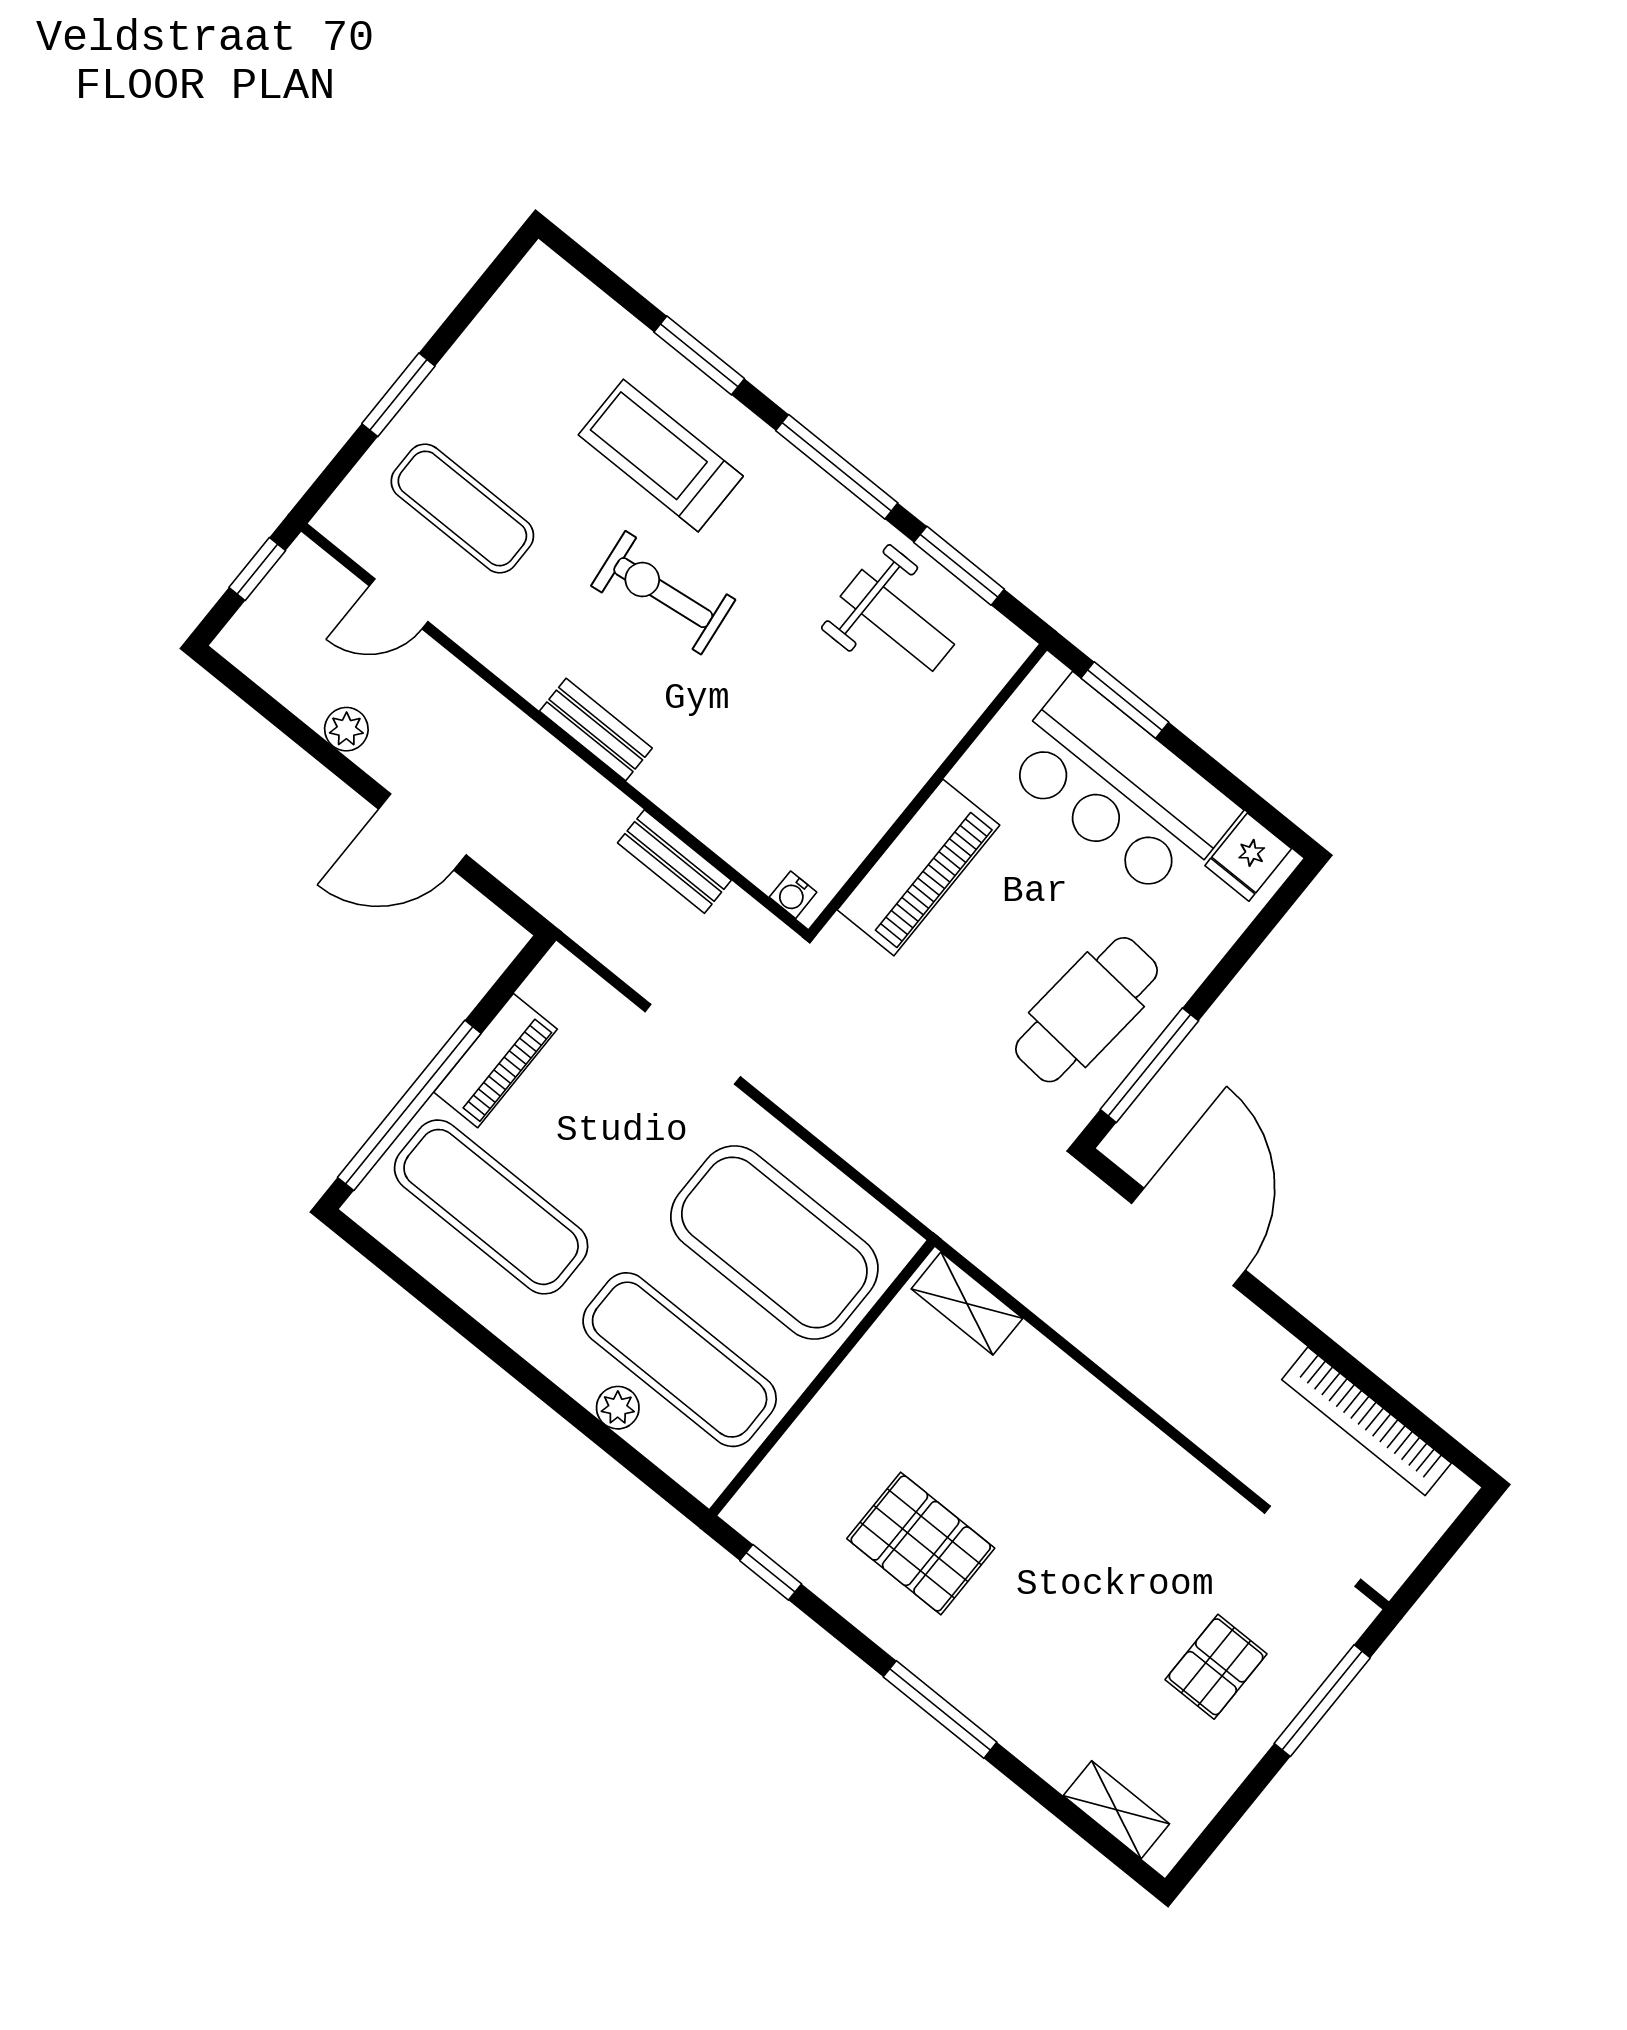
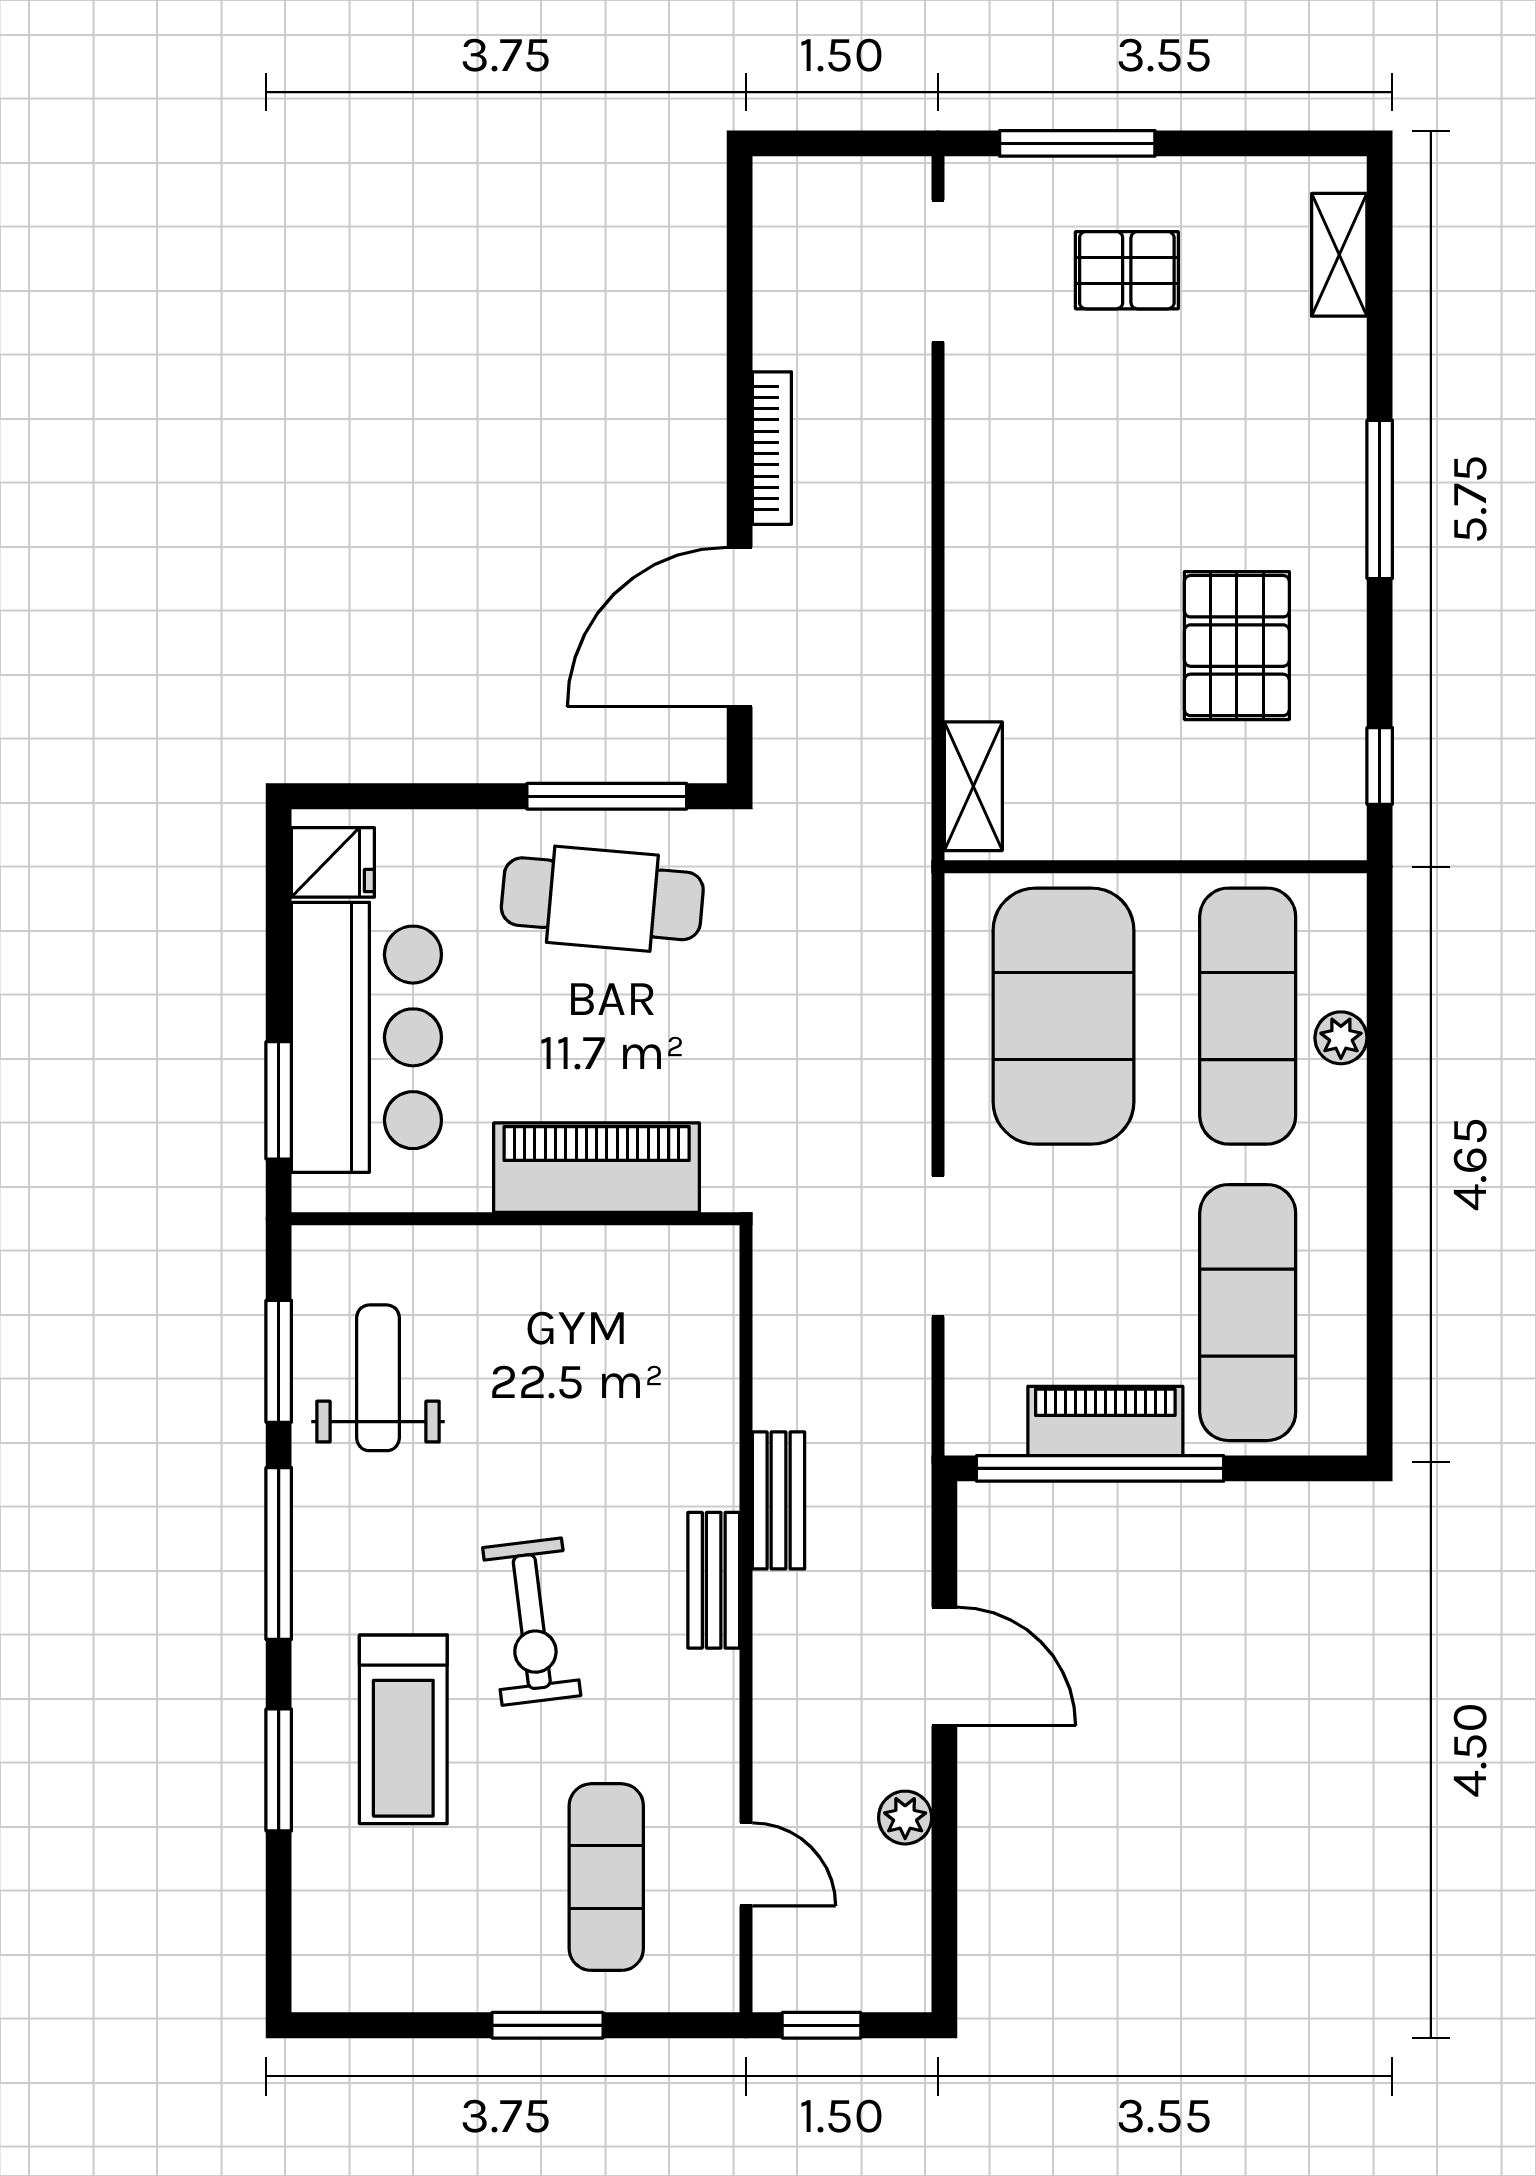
bench: (674, 861) -> (779, 1500), moved
water cooler: (793, 895) -> (719, 1266), removed
window: (409, 1105) -> (1100, 1468), moved
bookcase: (1366, 1421) -> (772, 448), moved, width x0.68, depth x0.76

